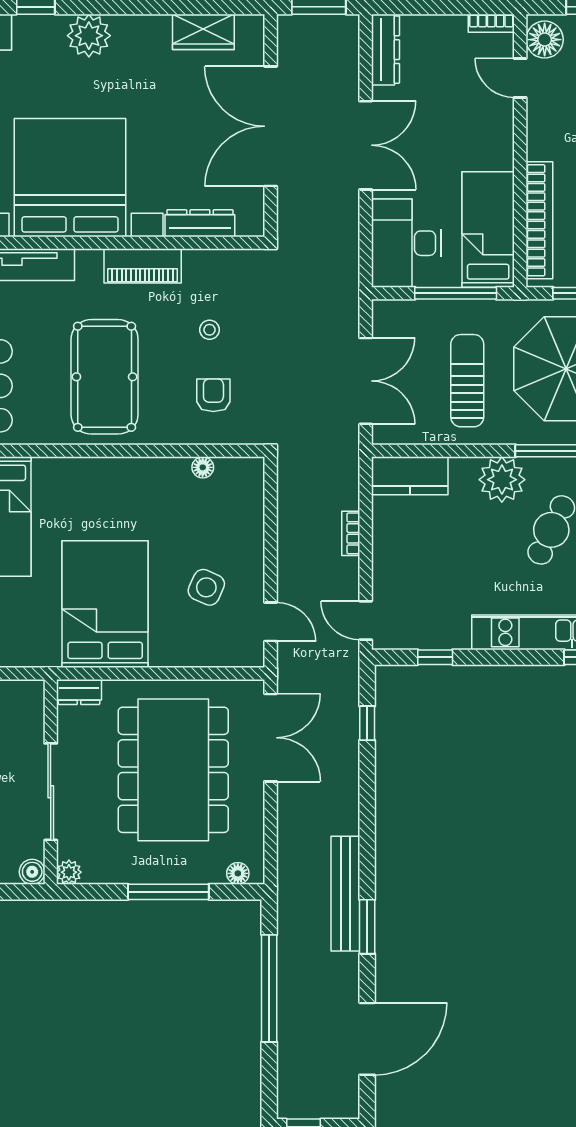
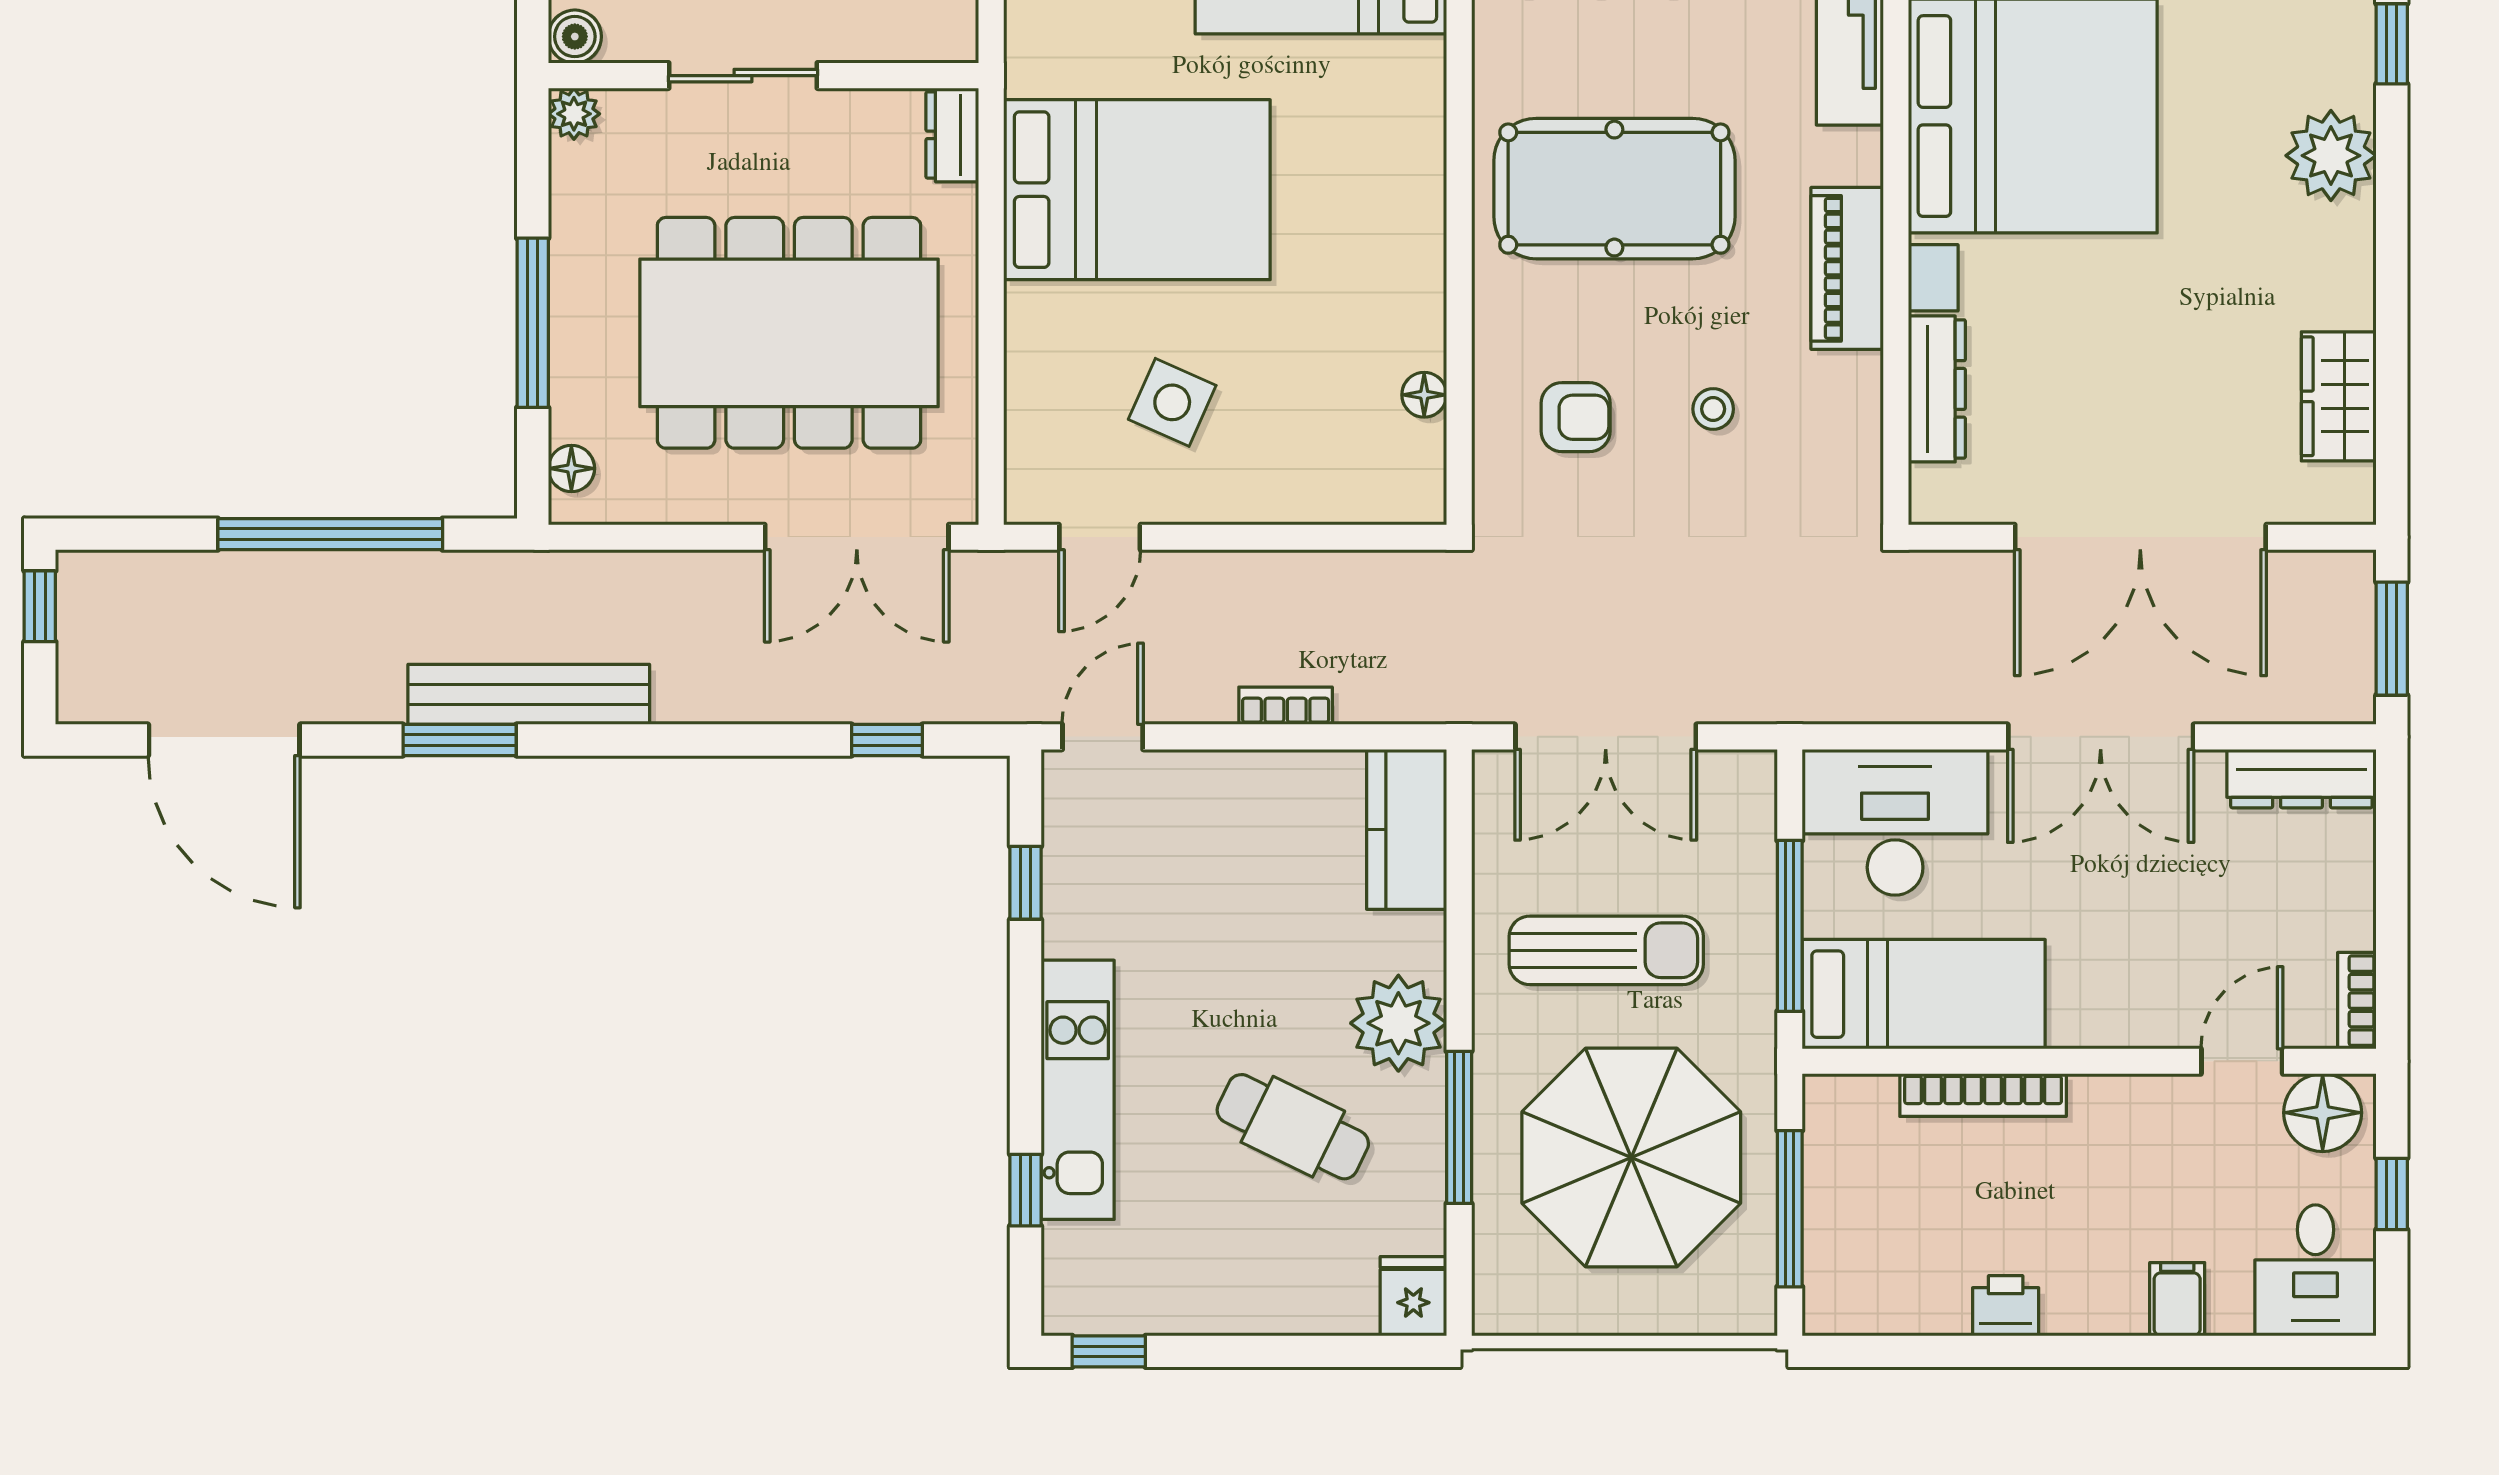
double door: (271, 126) -> (2140, 537), swing flipped
bookcase: (539, 220) -> (1983, 1095), width x0.68, depth x0.76
sliding door: (51, 792) -> (743, 76), width x0.73

